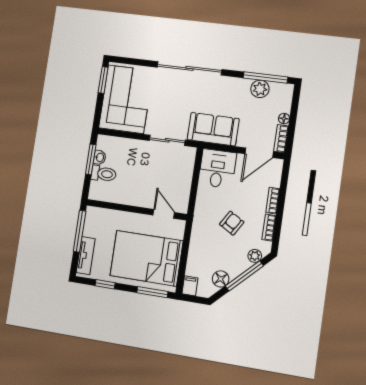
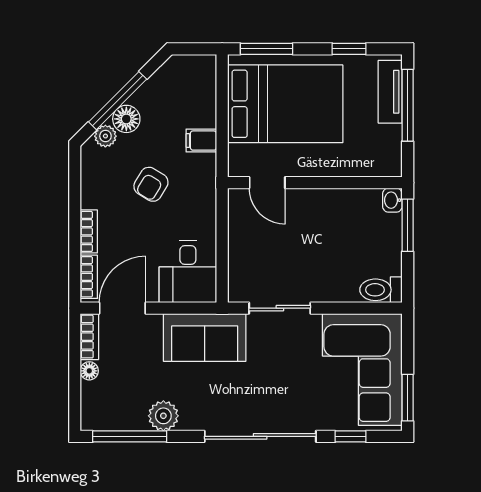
window: (138, 62) -> (351, 436), added
plant: (260, 89) -> (163, 416), moved
washbasin: (100, 157) -> (392, 200), moved
window: (91, 159) -> (408, 225), moved
toilet: (104, 174) -> (381, 290), moved
bookcase: (269, 228) -> (89, 277), moved
window: (80, 231) -> (408, 105), moved
floor lamp: (221, 279) -> (126, 119), moved
filing cabinet: (190, 286) -> (201, 141), moved, turned 90

